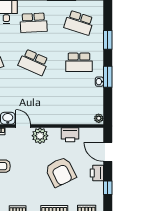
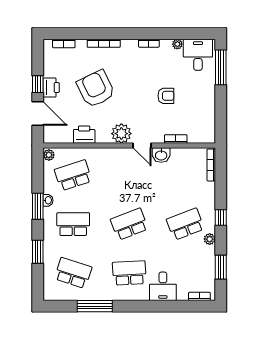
school desk: (34, 62) -> (129, 224), turned -45
school desk: (79, 102) -> (73, 175), added
window: (108, 188) -> (38, 84), moved

